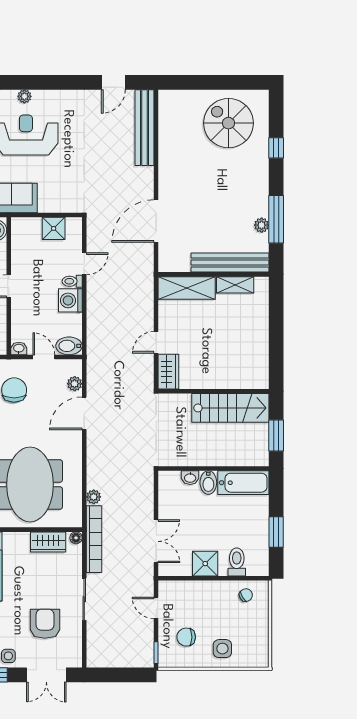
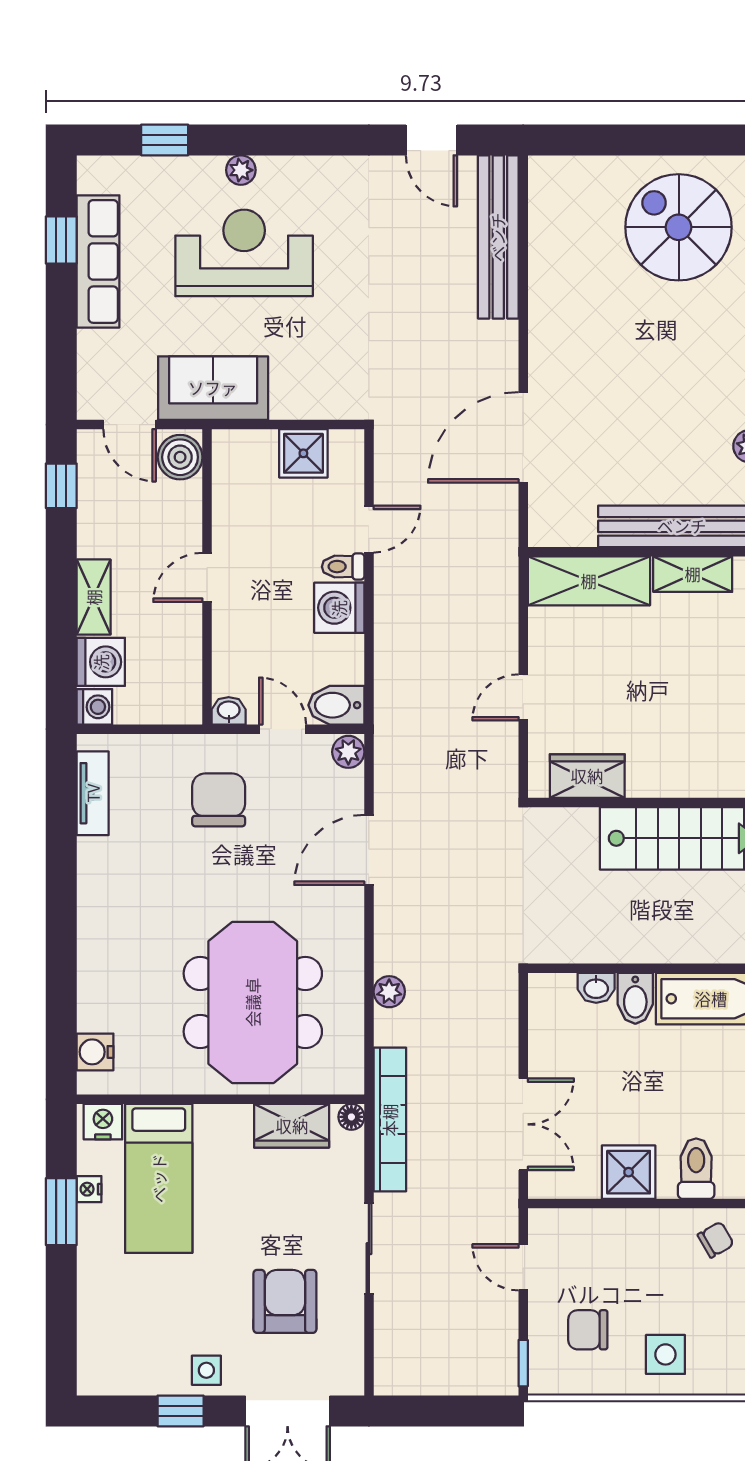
door: (113, 82) -> (431, 140), hinge flipped
wardrobe: (168, 372) -> (587, 776), moved, turned -90
plant: (75, 384) -> (348, 752), moved
plant: (94, 497) -> (389, 992), moved

